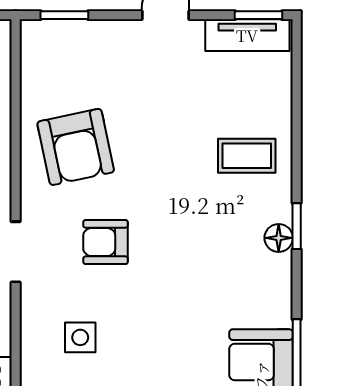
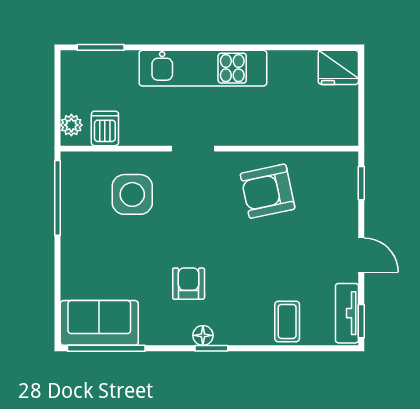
coffee table: (247, 156) -> (287, 321), moved
armchair: (105, 242) -> (189, 284), moved
side table: (80, 337) -> (132, 194), width x1.87, depth x1.87

